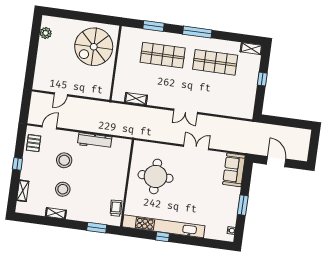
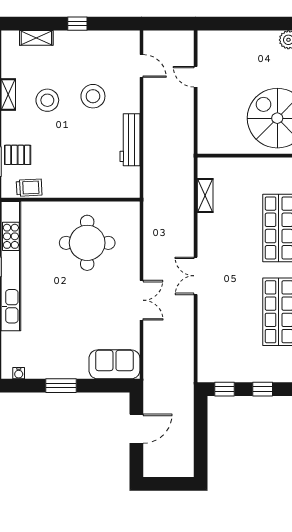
window: (259, 103) -> (225, 389), added
pallet: (34, 143) -> (18, 155), moved

